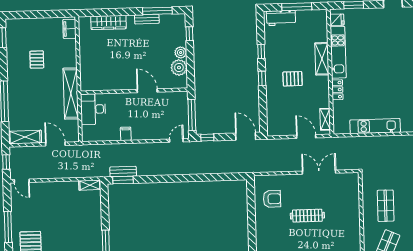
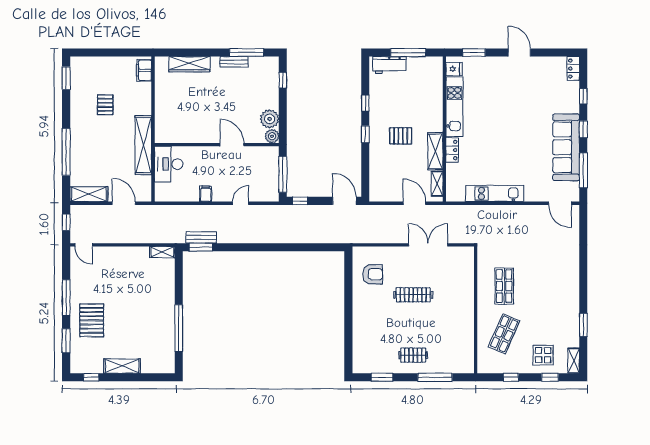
plant: (181, 52) -> (272, 136), moved
shelving: (322, 59) -> (435, 151), moved
door: (176, 140) -> (241, 203), moved

